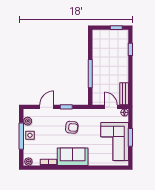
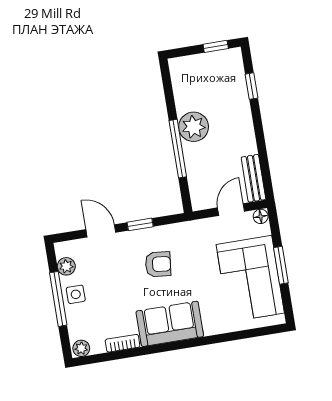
plant: (99, 64) -> (194, 127), added
door: (47, 107) -> (101, 231), hinge flipped
door: (111, 107) -> (231, 210), hinge flipped

